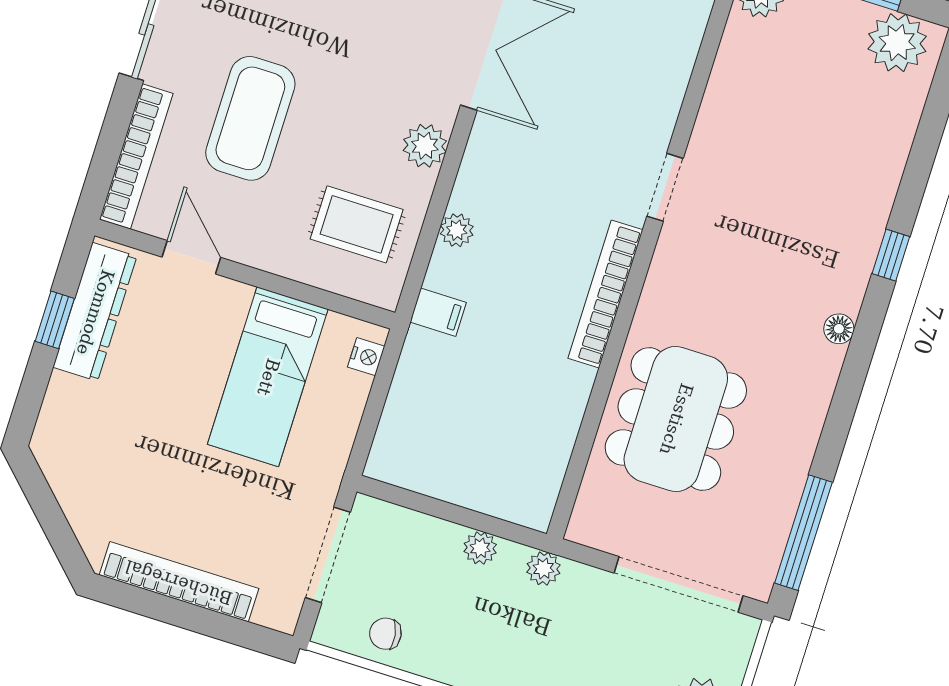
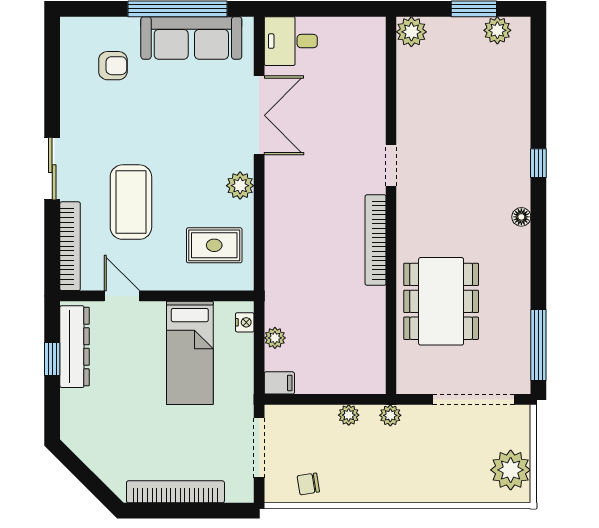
plant: (897, 43) -> (497, 30), width x0.73, depth x0.73
plant: (457, 230) -> (275, 338), moved
filing cabinet: (438, 312) -> (279, 383), moved

